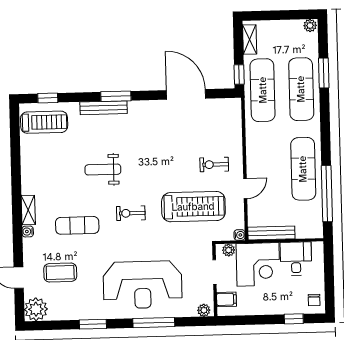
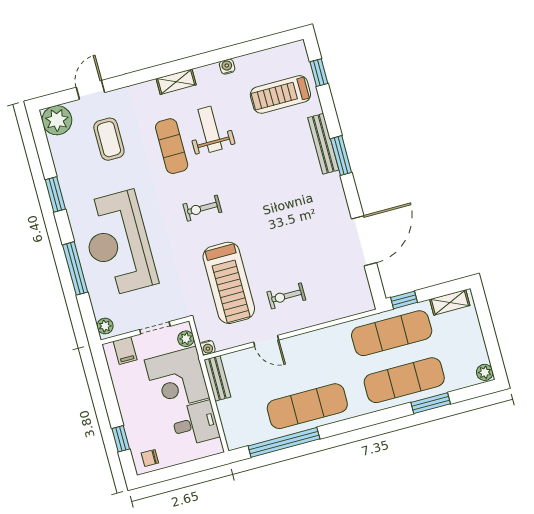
treadmill: (44, 122) -> (280, 94), moved, turned 90
exercise bike: (214, 165) -> (286, 296), turned -90
weight bench: (103, 170) -> (210, 129), moved
exercise bike: (131, 213) -> (202, 208), turned -90
water cooler: (28, 231) -> (227, 67), moved
bench: (271, 233) -> (217, 378), width x0.73

